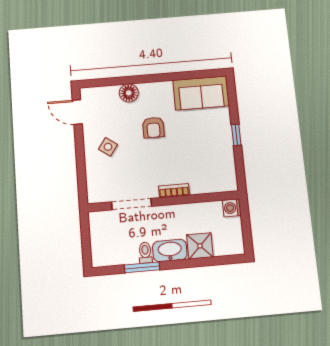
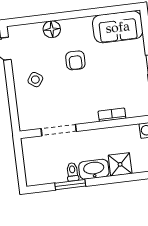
bookcase: (174, 191) -> (112, 115), moved

